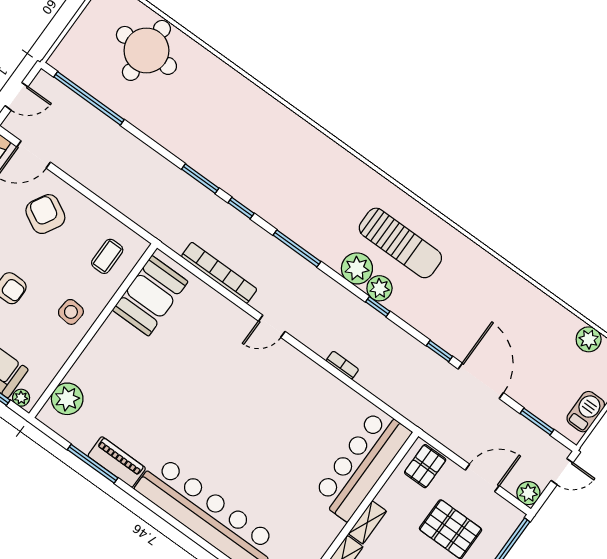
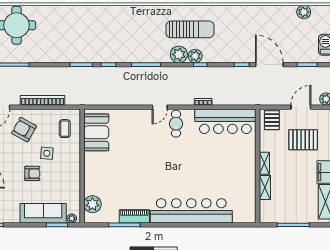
bookcase: (219, 273) -> (43, 100), moved
side table: (71, 312) -> (47, 153), moved
cafe table: (278, 369) -> (176, 124), added
bar counter: (362, 464) -> (225, 121), moved, turned -90

